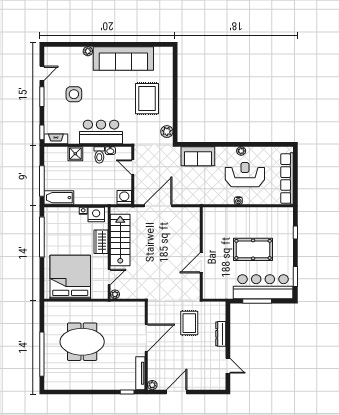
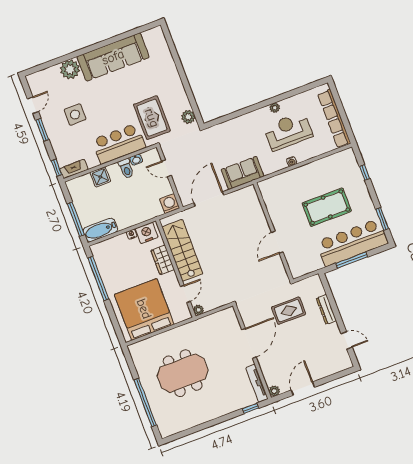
plant: (88, 51) -> (70, 69), width x1.88, depth x1.88
rug: (147, 99) -> (152, 118), moved
sofa: (198, 156) -> (243, 173), moved, turned 180
rug: (189, 323) -> (289, 311), turned 90

